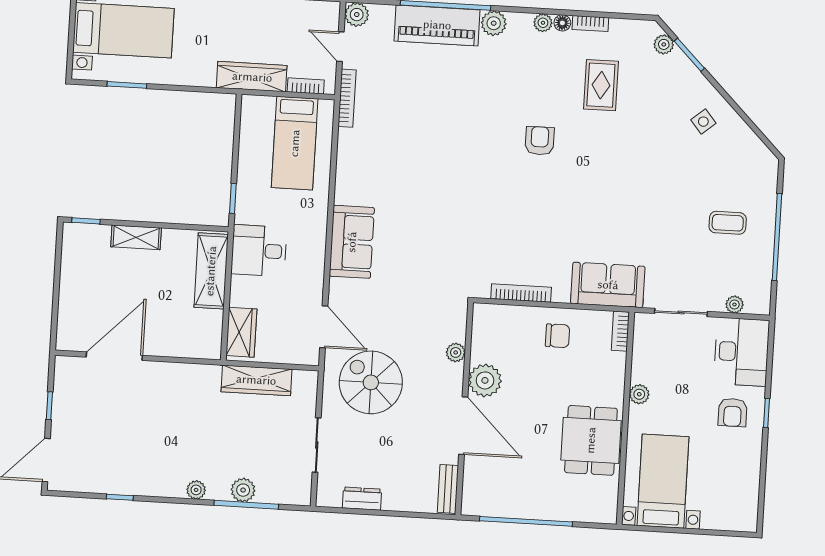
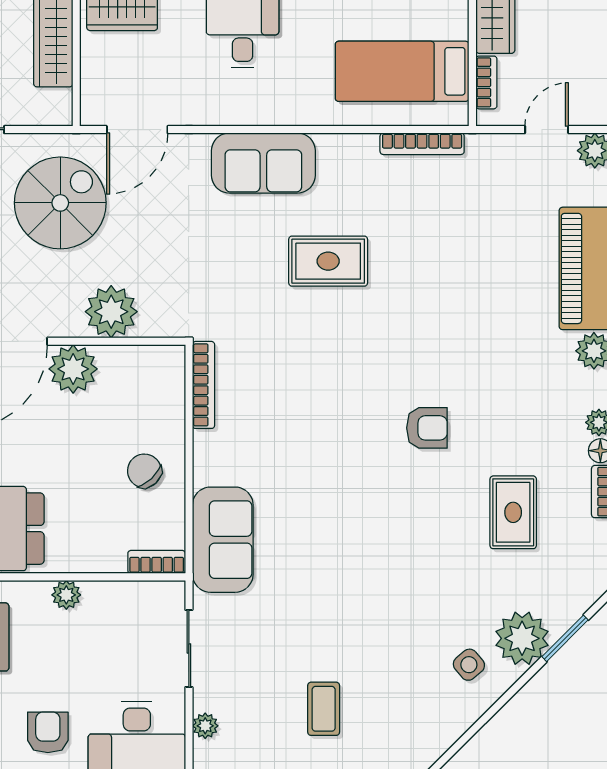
plant: (664, 44) -> (522, 638), moved, width x1.87, depth x1.87
rug: (601, 85) -> (513, 512), turned 90
bookcase: (347, 98) -> (422, 144), moved
rug: (422, 201) -> (328, 261), added
bookcase: (521, 293) -> (203, 385), moved
chair: (558, 336) -> (144, 471), turned 137
plant: (456, 352) -> (111, 312), width x1.88, depth x1.88
armchair: (733, 412) -> (48, 732), turned 90

